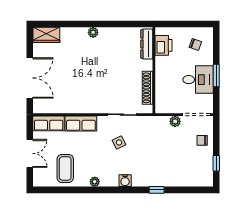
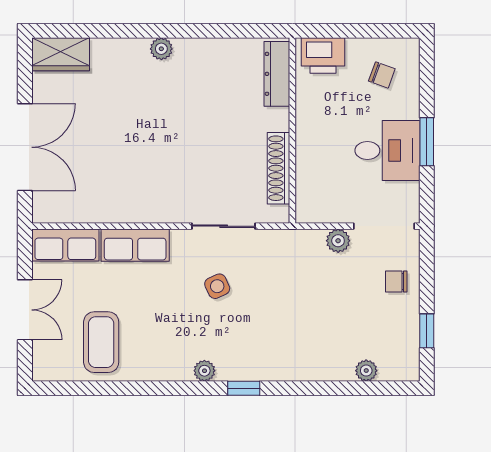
printer: (163, 45) -> (323, 56), moved, turned 90
water cooler: (125, 181) -> (230, 368), removed
plant: (95, 182) -> (204, 371), moved
plant: (188, 182) -> (366, 371), added
window: (157, 190) -> (244, 388), moved

